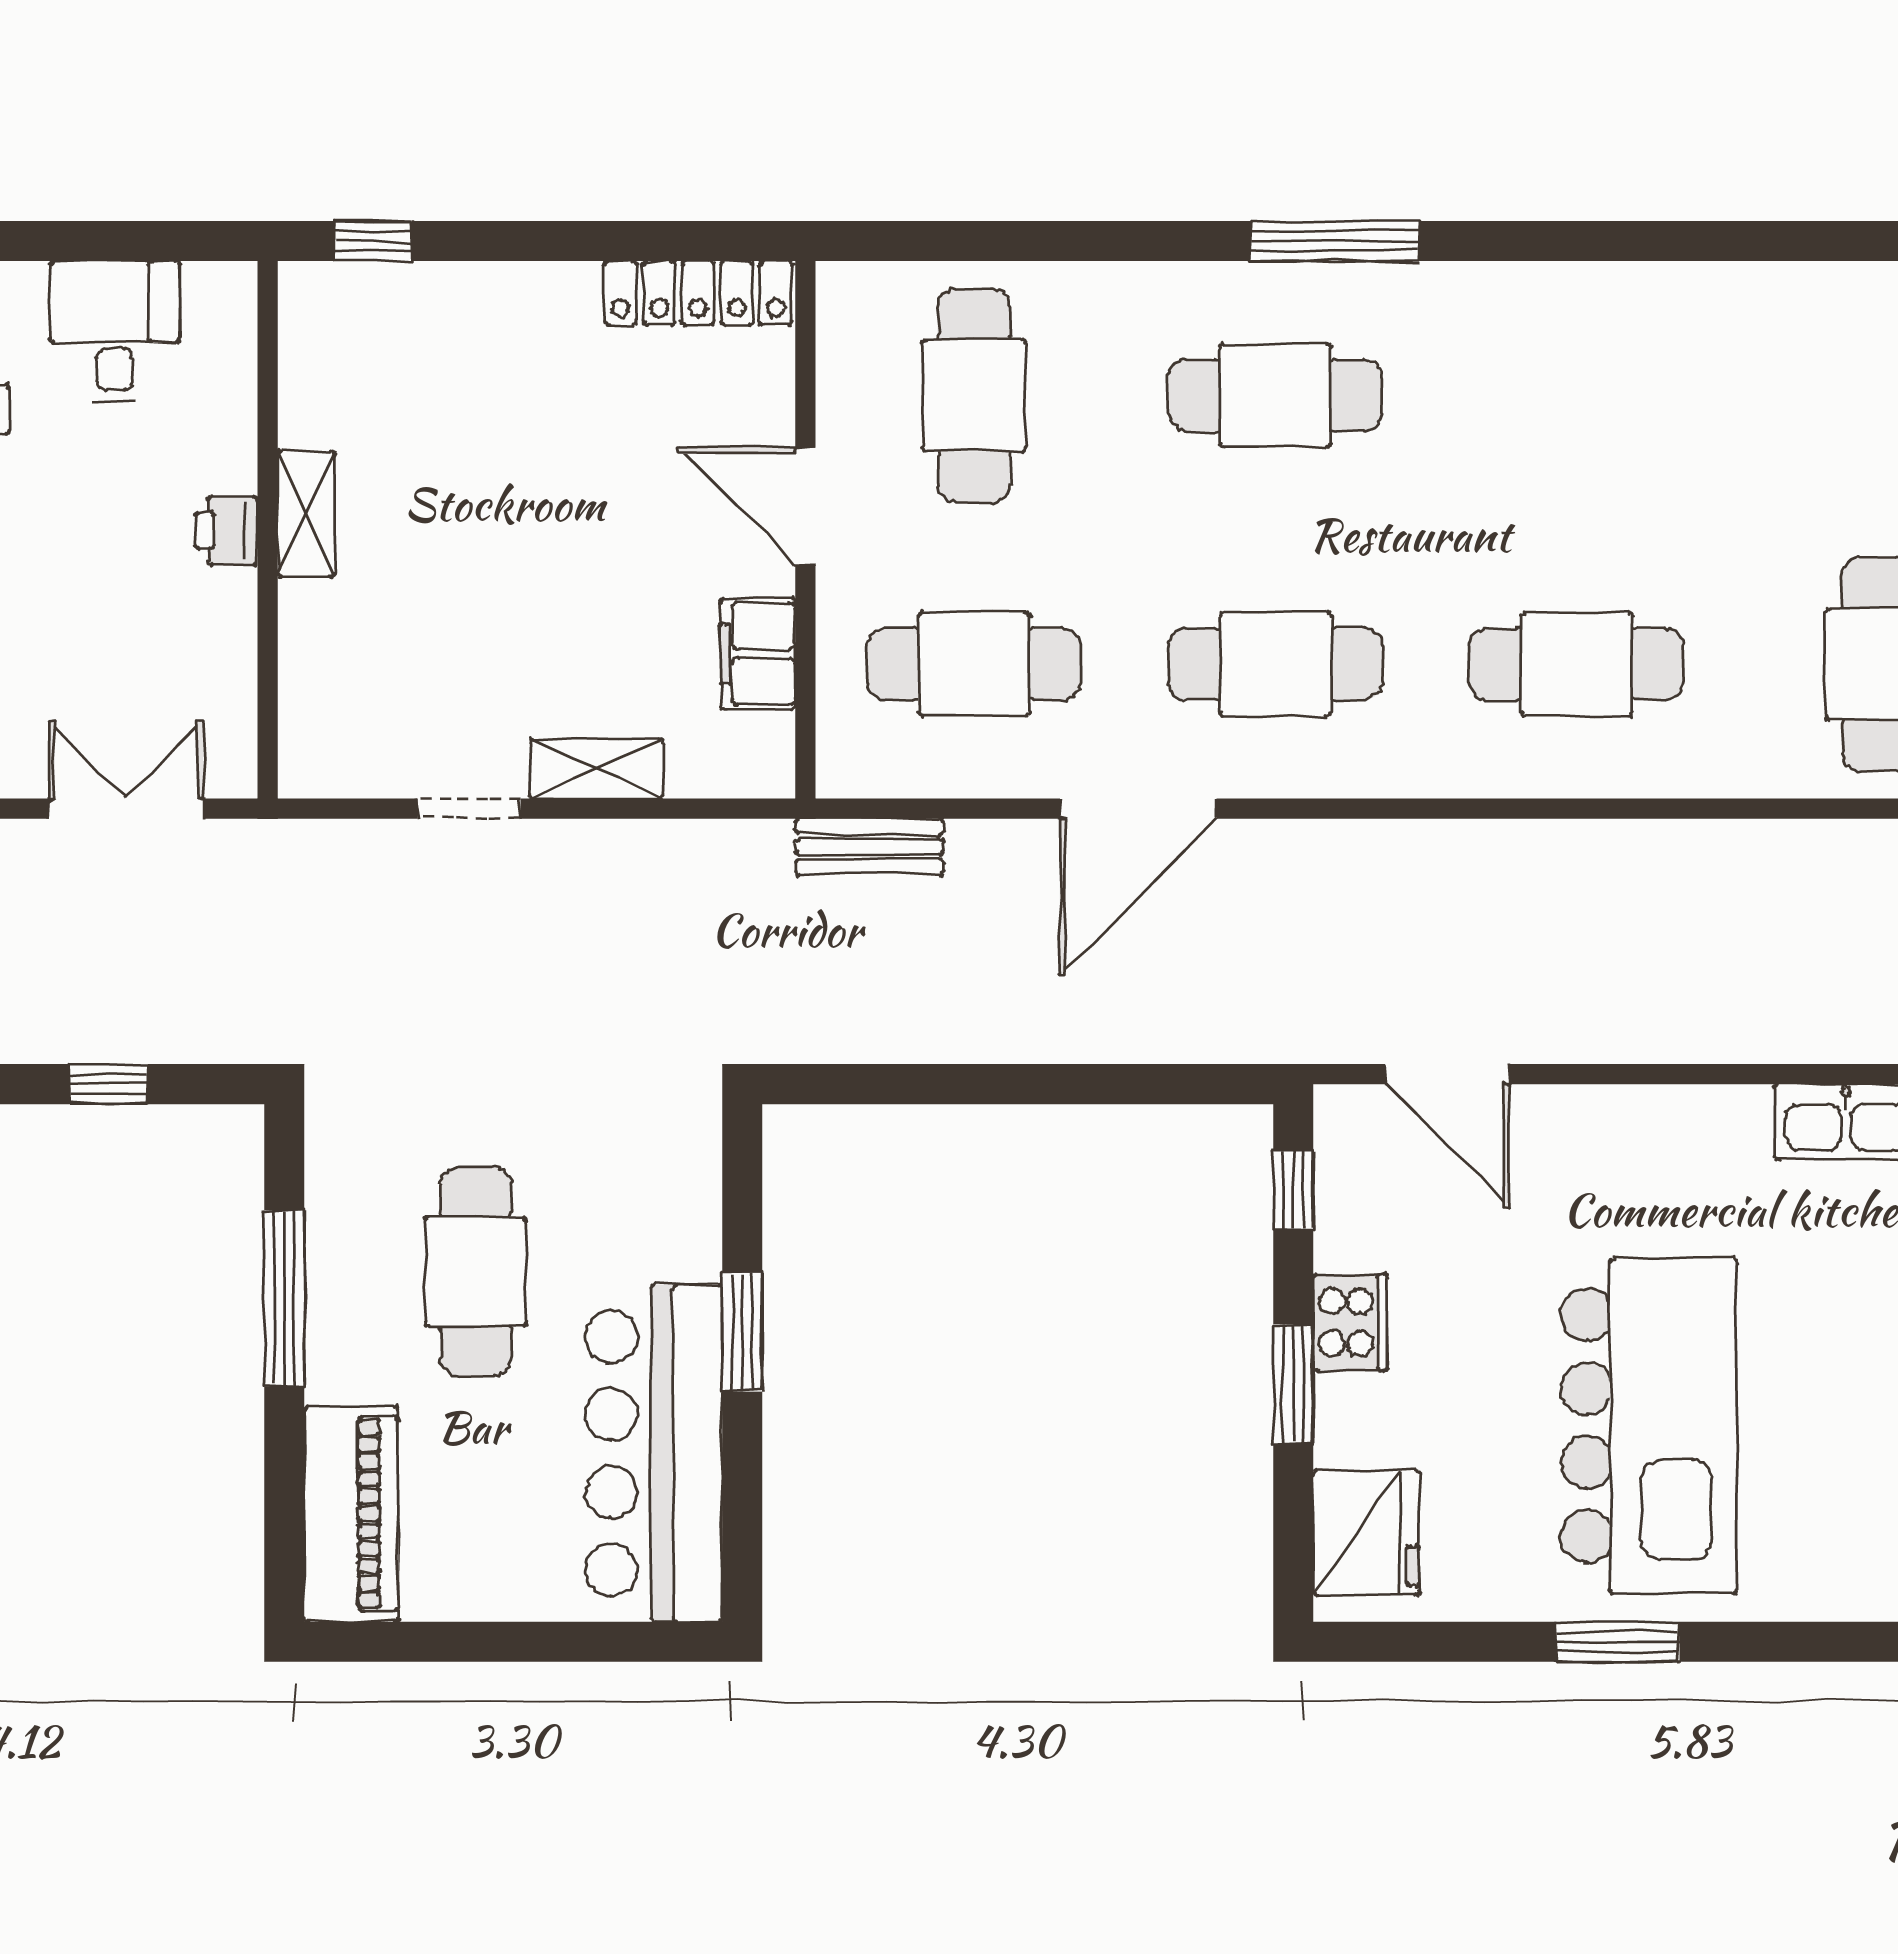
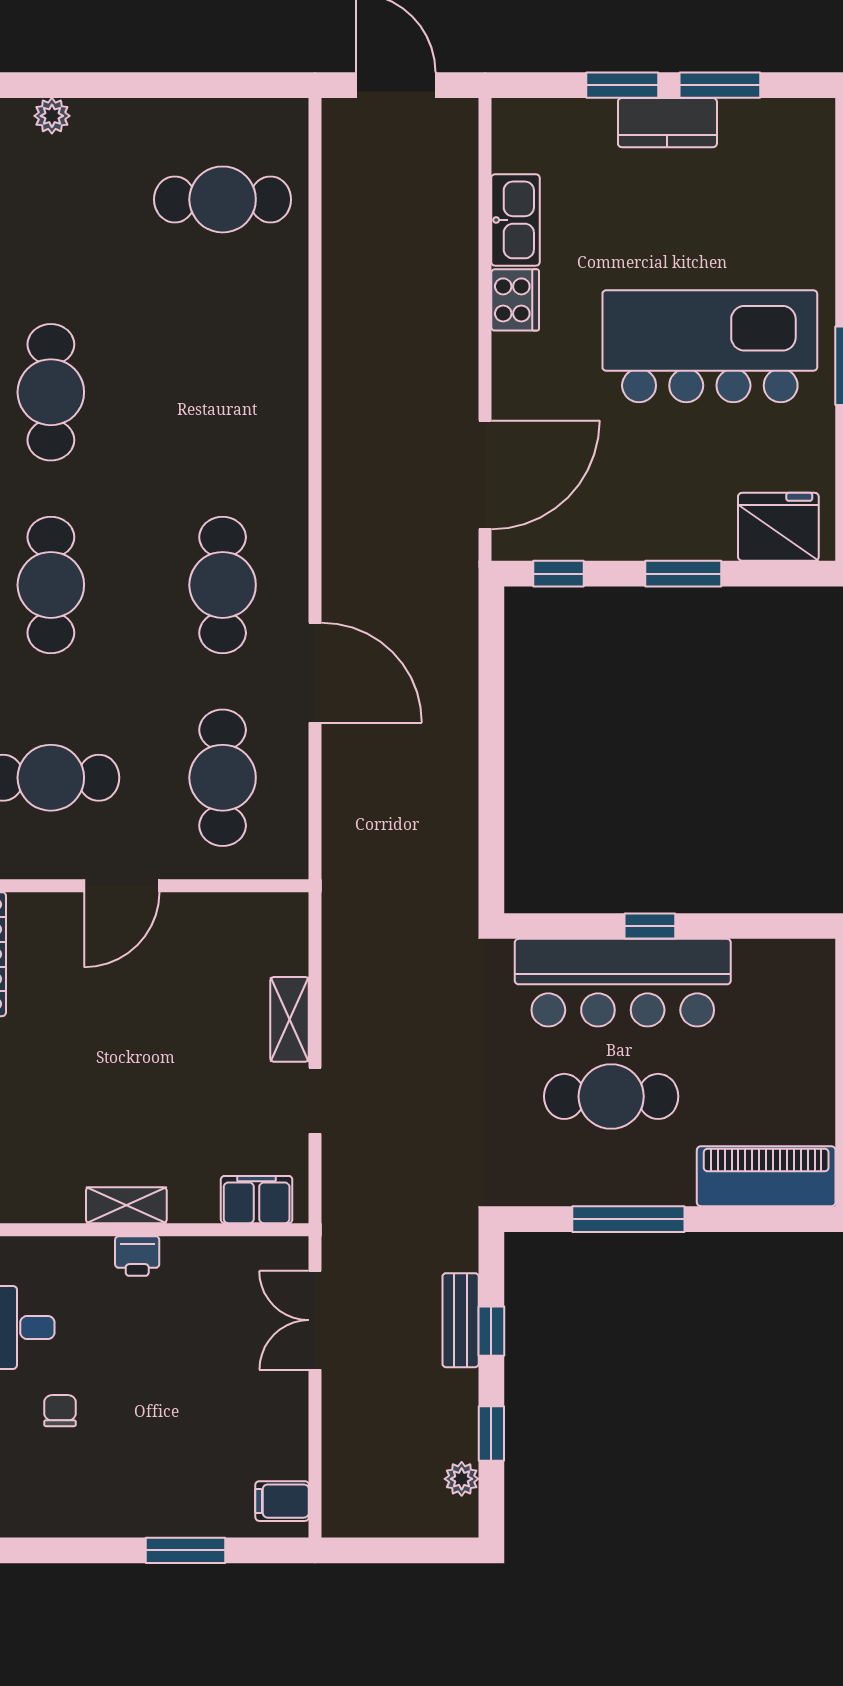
filing cabinet: (758, 654) -> (257, 1200), moved, turned 180
cafe table: (1577, 664) -> (51, 392), moved
bench: (869, 847) -> (461, 1320), moved
door: (1447, 1074) -> (485, 475), width x1.36
cooker: (1350, 1322) -> (515, 300), moved, turned 90
window: (742, 1332) -> (650, 926), width x0.67
bar counter: (654, 1453) -> (623, 983), moved

